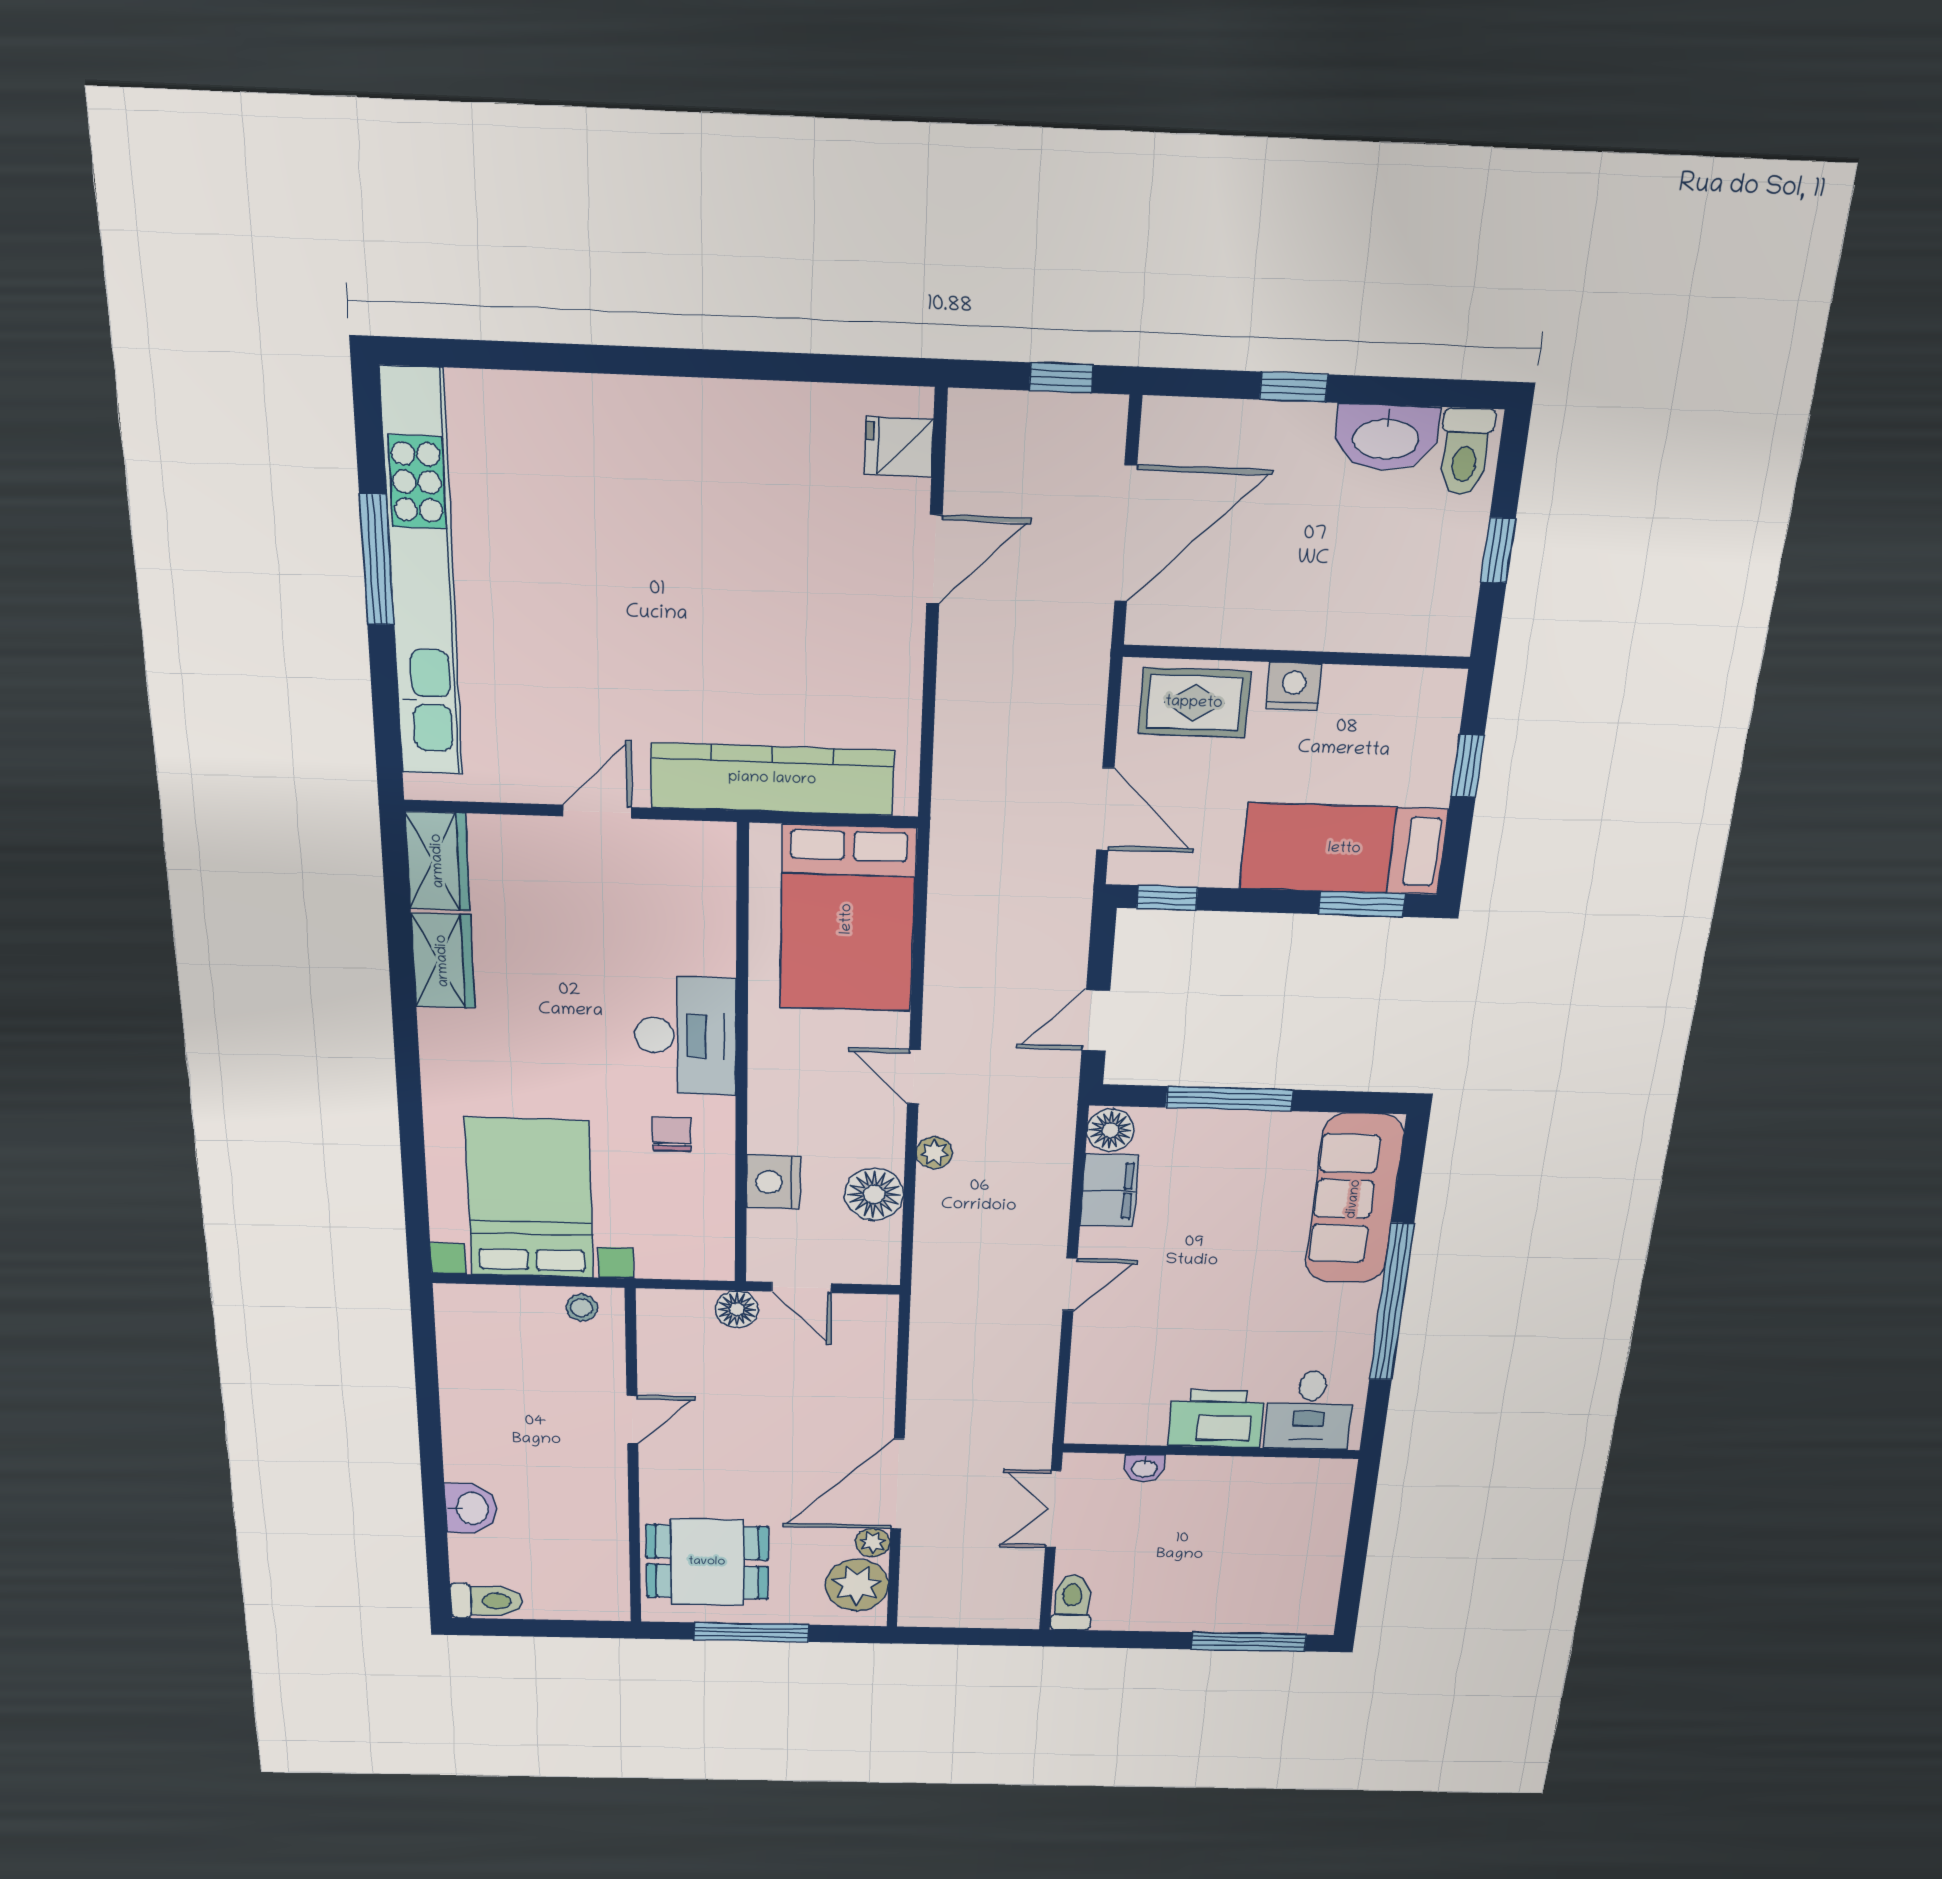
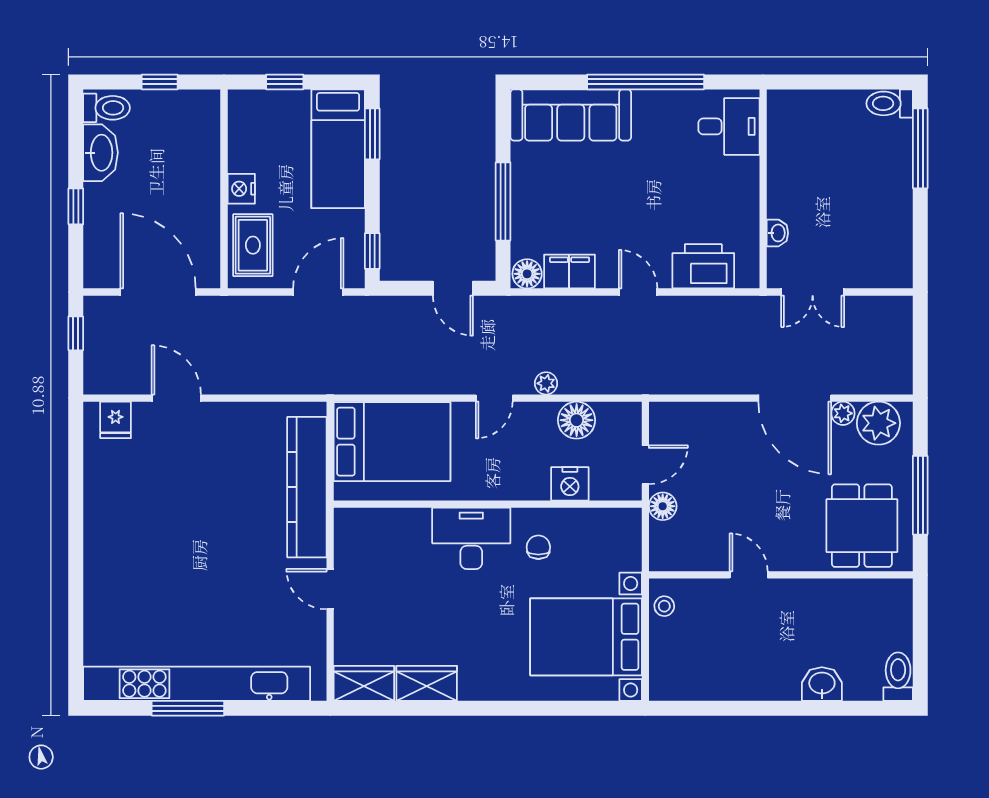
chair: (672, 1134) -> (538, 547), turned 90
printer: (1216, 1419) -> (703, 266), moved, turned 90
toilet: (1072, 1603) -> (890, 103), moved

